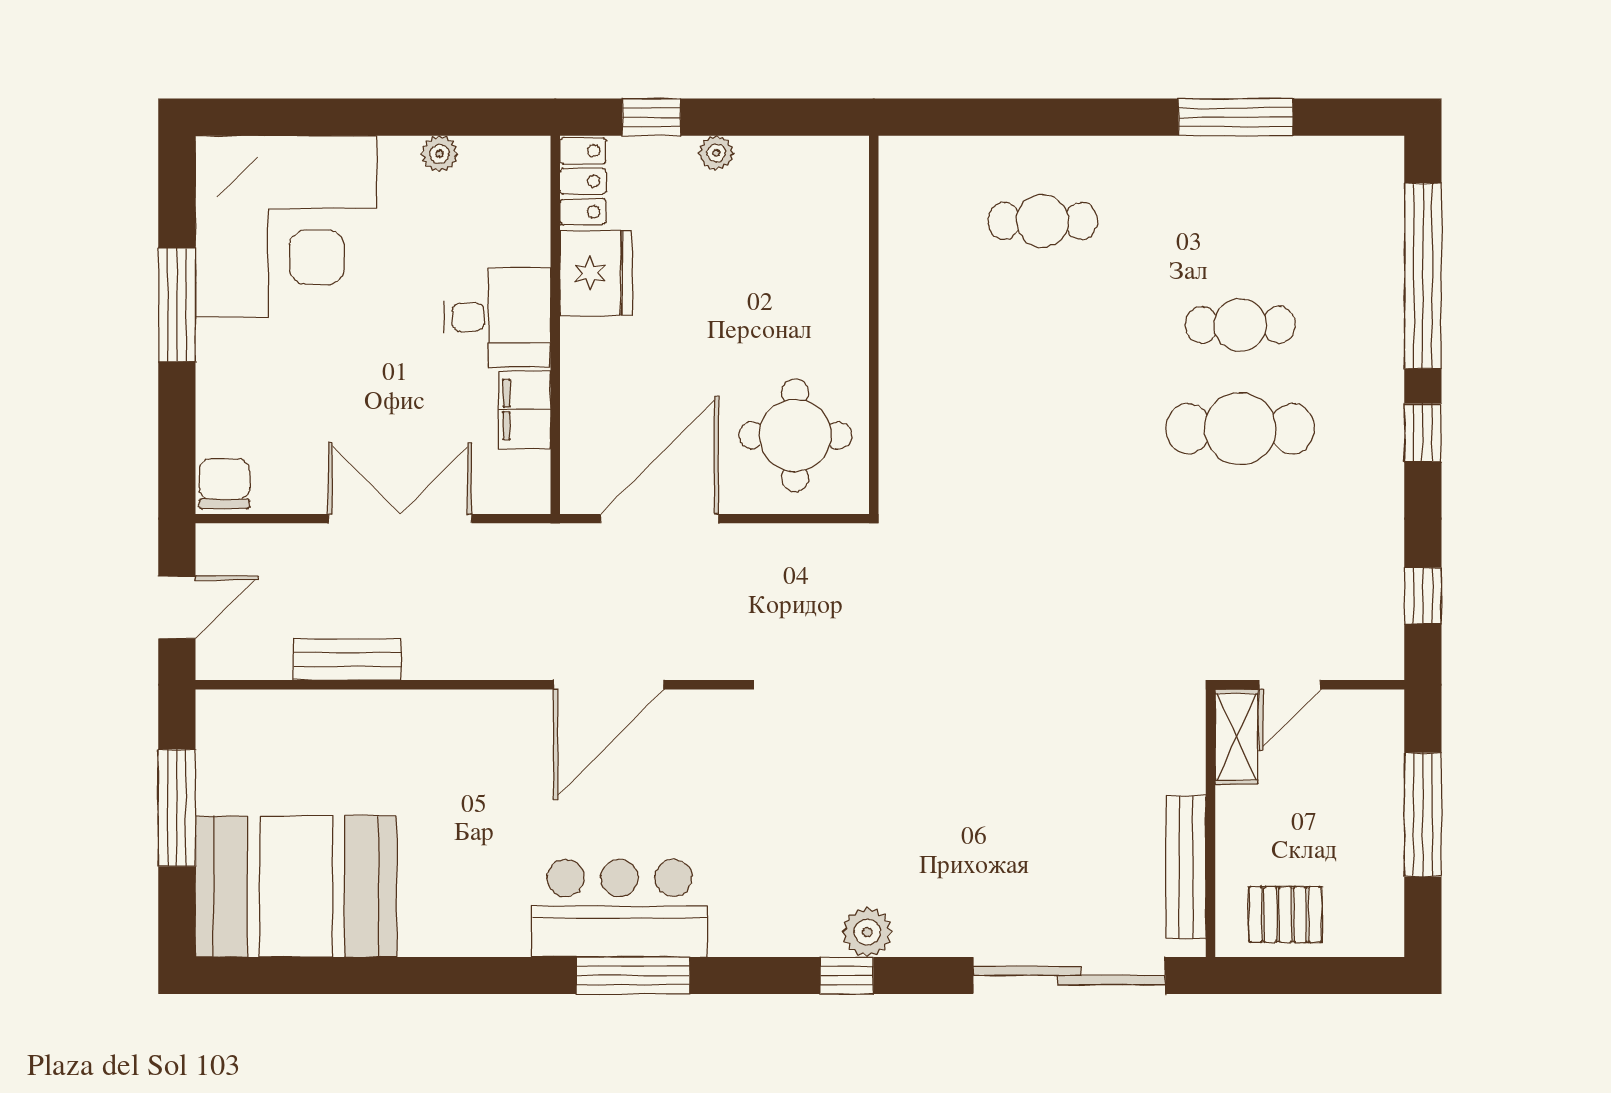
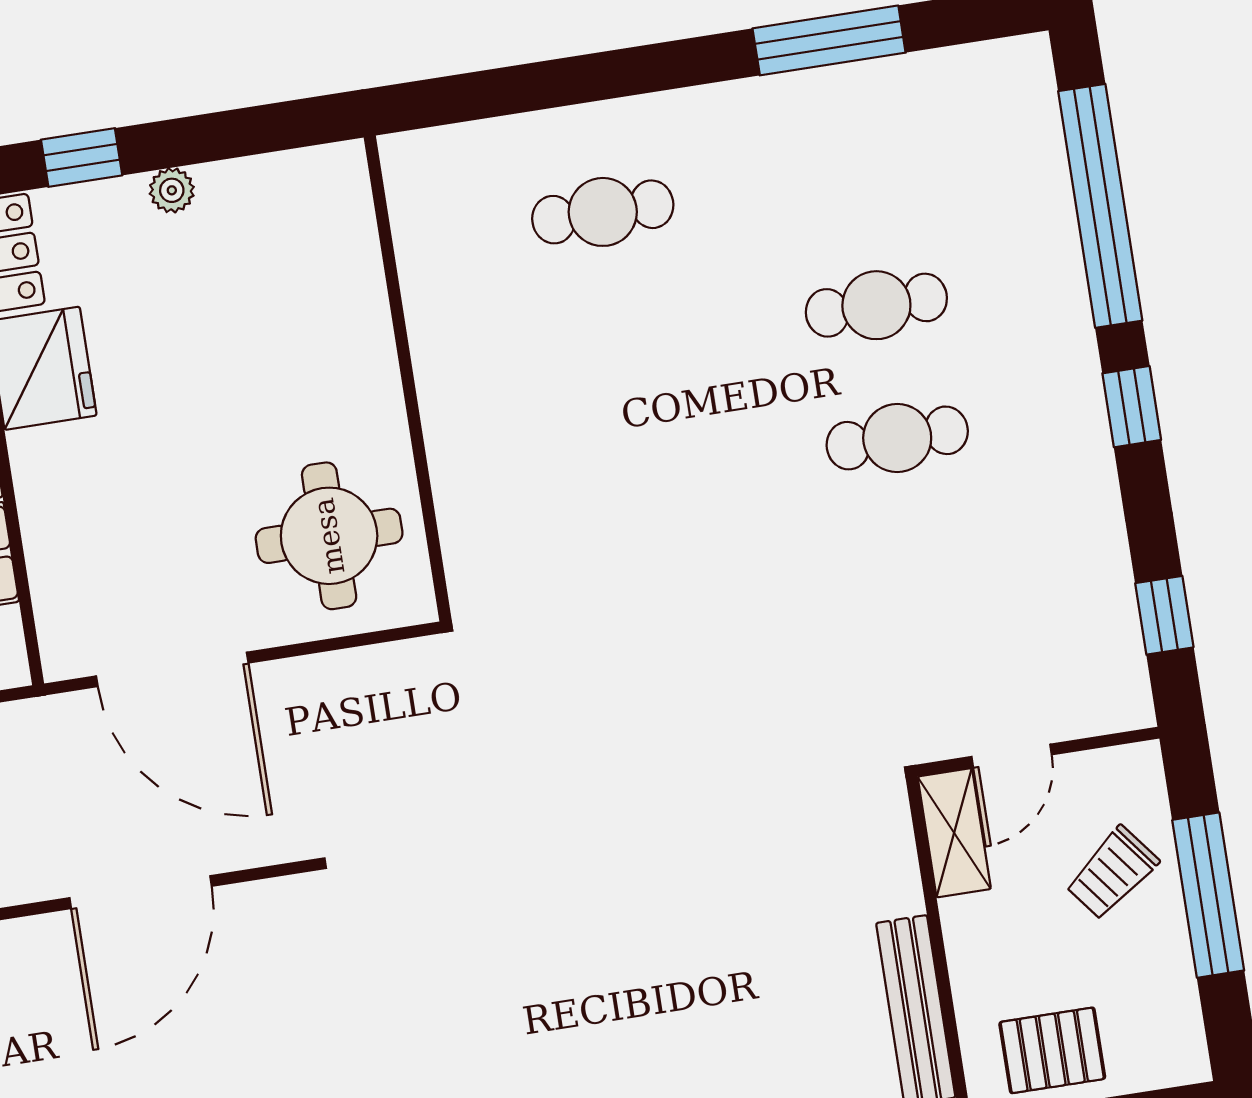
cafe table: (1240, 429) -> (897, 438), width x0.73, depth x0.74
door: (659, 519) -> (172, 669), swing flipped
trolley: (1352, 786) -> (1112, 873), added

